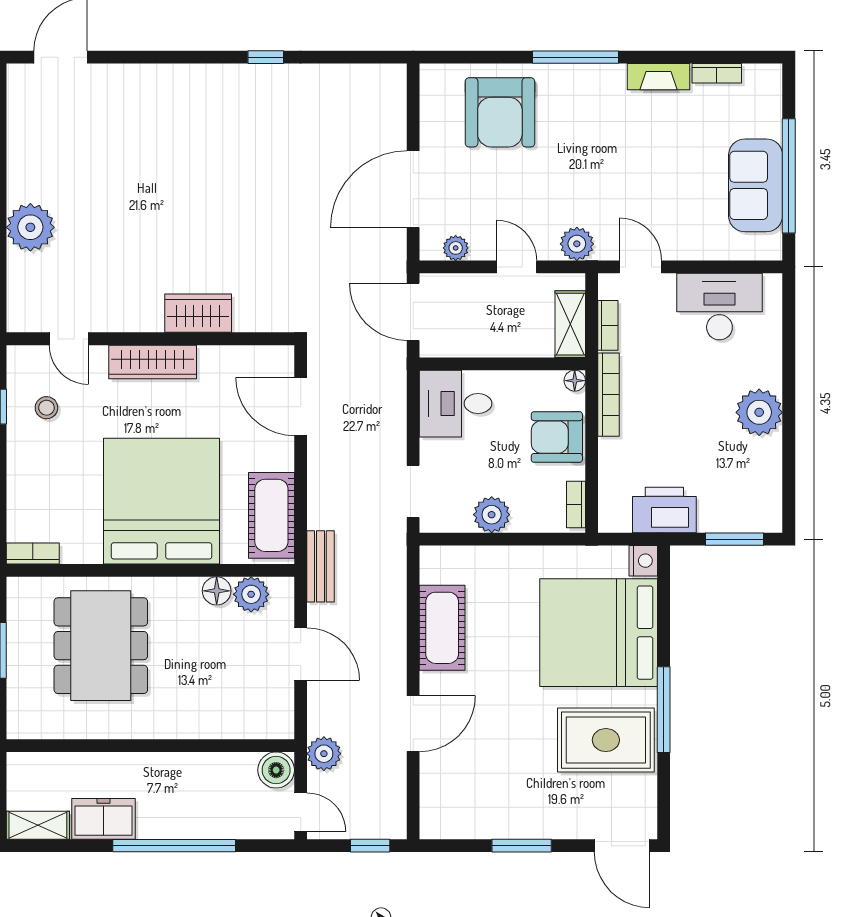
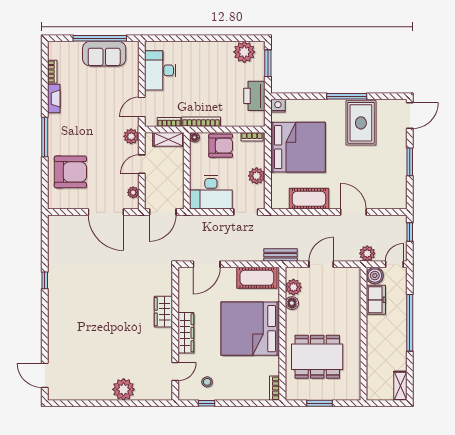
desk: (456, 404) -> (211, 192), width x1.37
plant: (759, 412) -> (244, 52), moved
armchair: (557, 437) -> (221, 146), turned -90
bed: (599, 633) -> (298, 147), moved, turned -90
freezer: (103, 819) -> (376, 300), moved, turned 180

